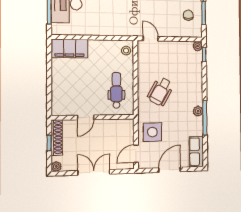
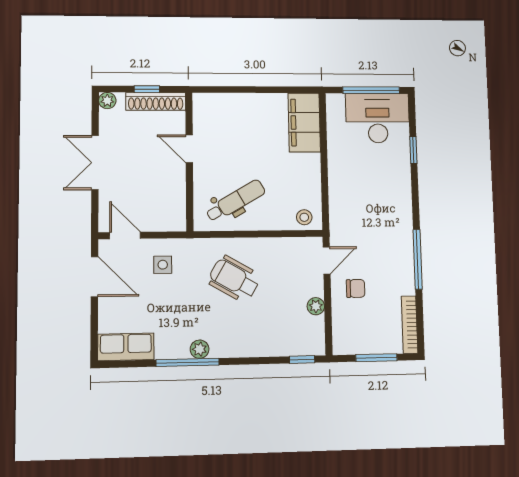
chair: (188, 15) -> (356, 288), moved
plant: (198, 46) -> (316, 306), moved
dental chair: (116, 90) -> (236, 201), turned -30
side table: (152, 132) -> (163, 265), width x0.54, depth x0.54
door: (170, 170) -> (94, 277), moved
double door: (94, 172) -> (95, 163), swing flipped

